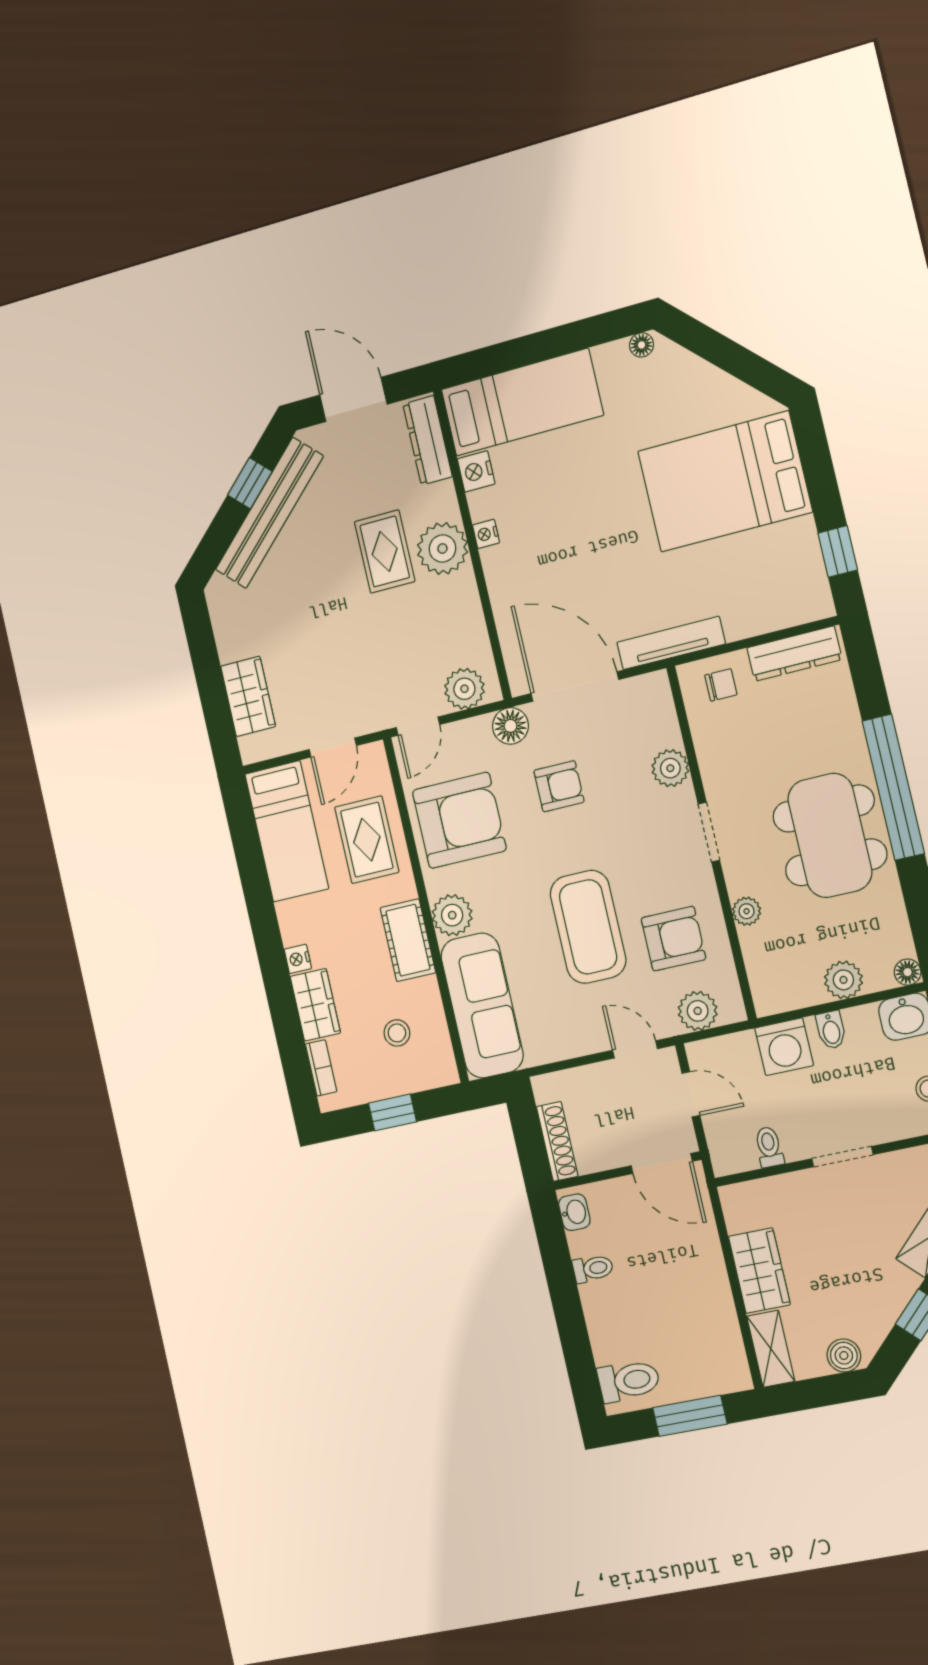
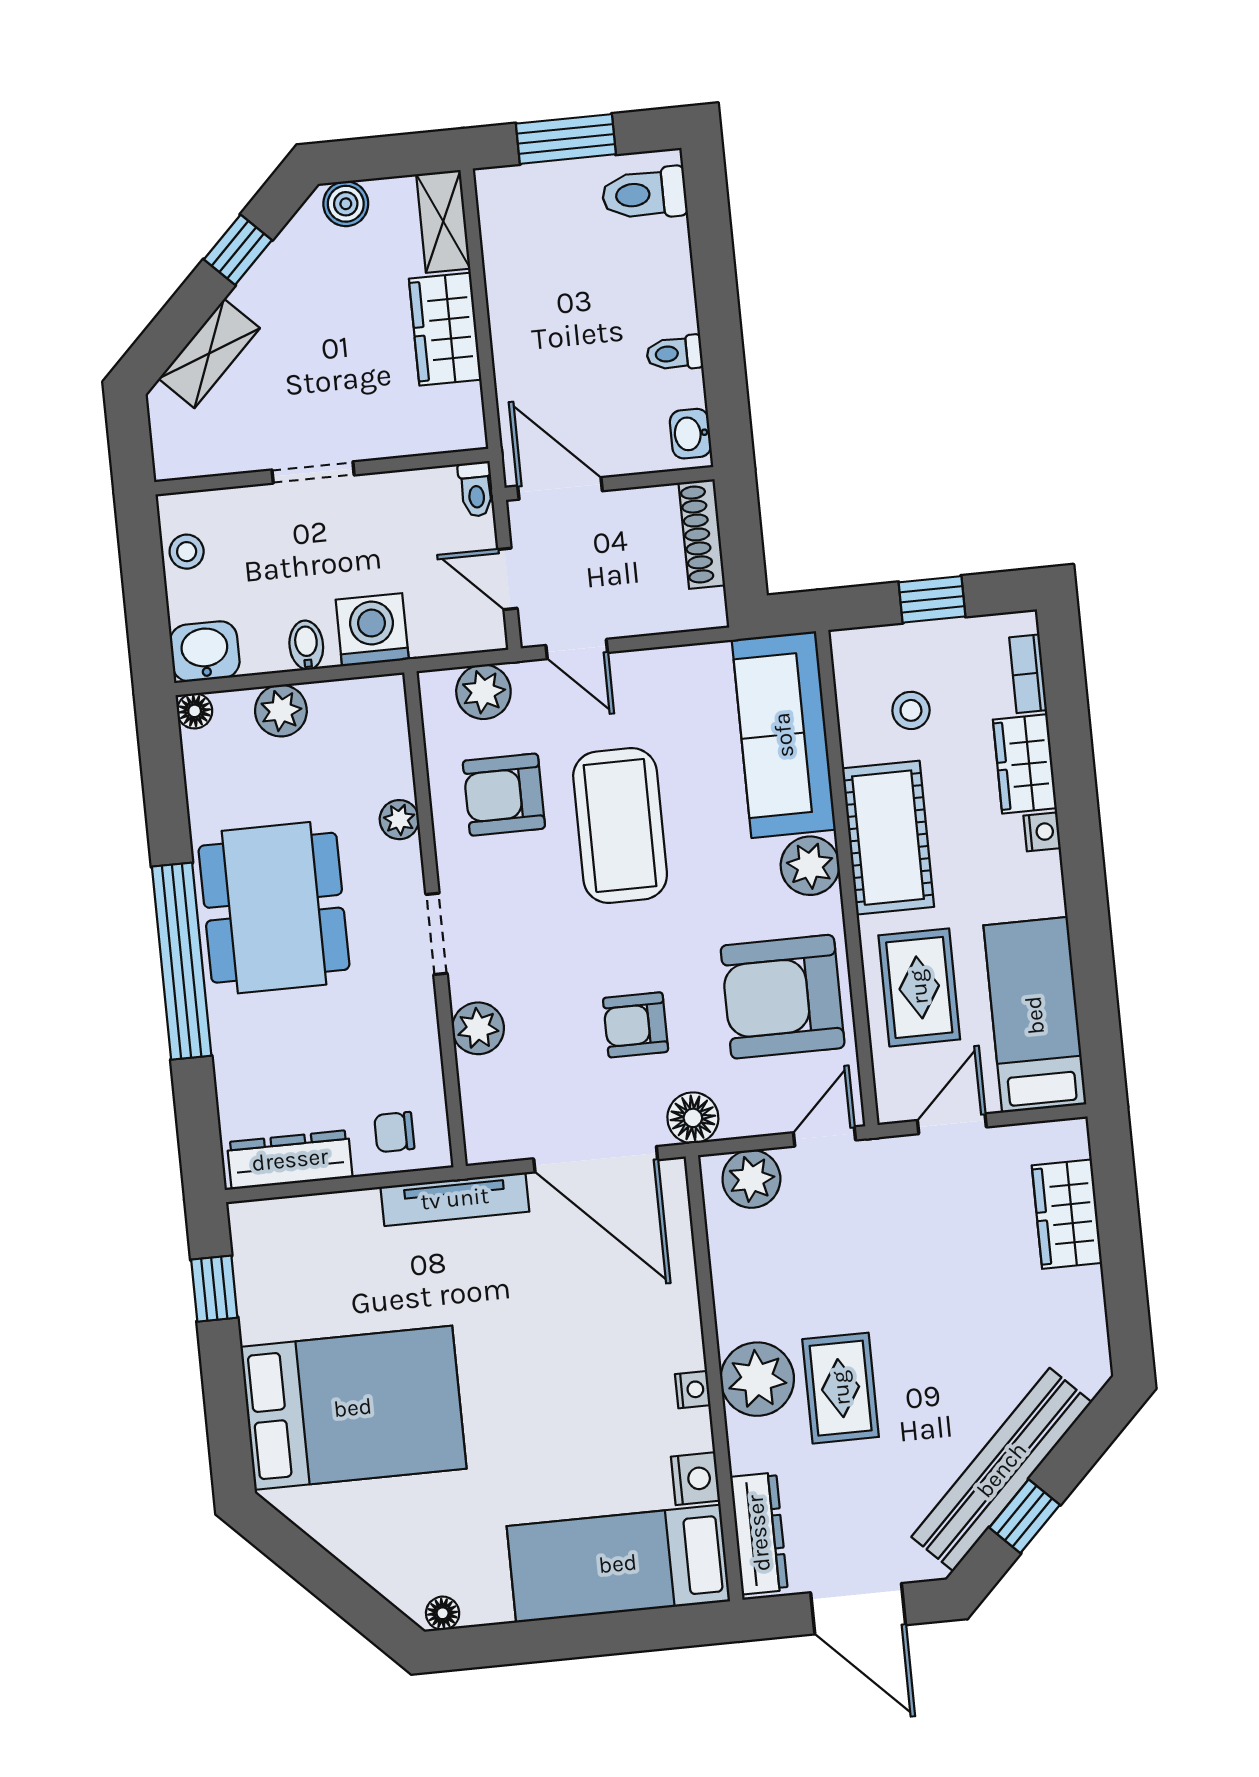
cot: (408, 940) -> (888, 838), width x1.37, depth x1.34
toilet: (769, 1147) -> (476, 489), moved

